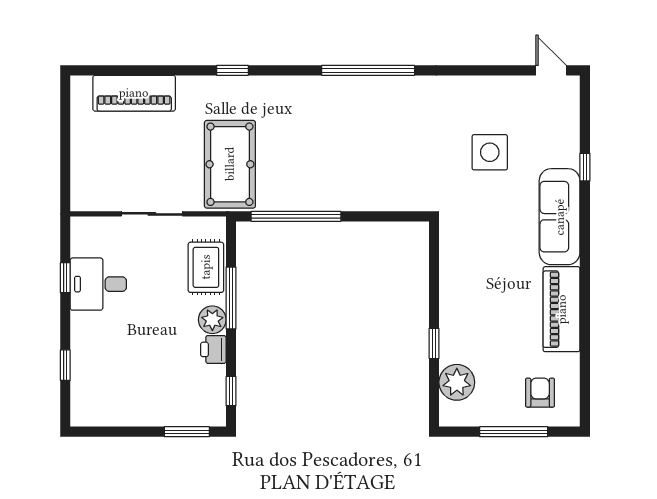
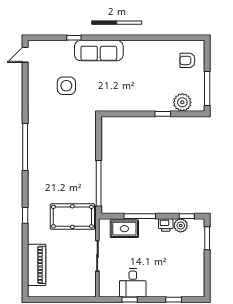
piano: (562, 309) -> (145, 50), removed
plant: (212, 320) -> (181, 225), moved
window: (514, 432) -> (207, 89), moved

